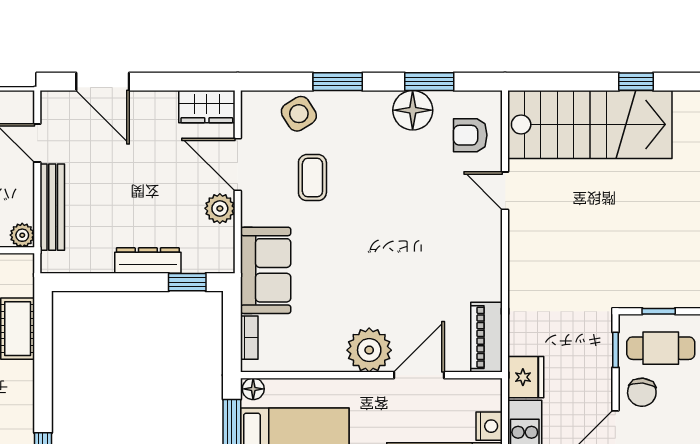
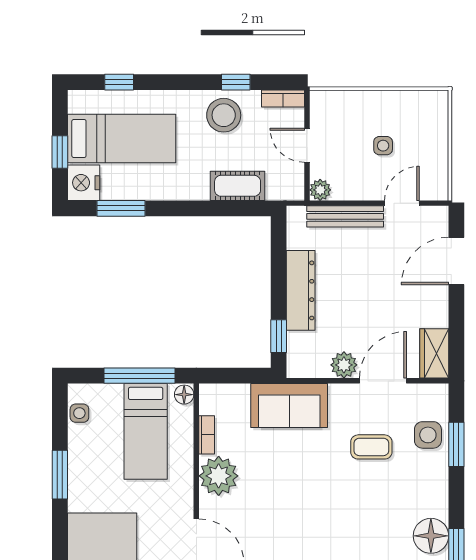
window: (338, 82) -> (456, 444), moved
side table: (299, 114) -> (428, 435), turned 32
dresser: (148, 261) -> (301, 290), width x1.37, depth x1.24
bookcase: (249, 338) -> (207, 435), moved, turned -90
plant: (369, 350) -> (219, 476), moved

